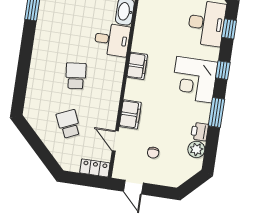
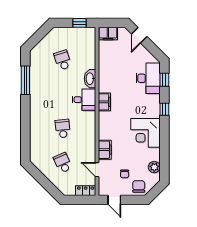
filing cabinet: (137, 66) -> (104, 102), moved
corner desk: (194, 80) -> (146, 133), moved
window: (216, 112) -> (164, 139), removed
printer: (200, 132) -> (155, 154), removed
chair: (170, 173) -> (139, 186), added

